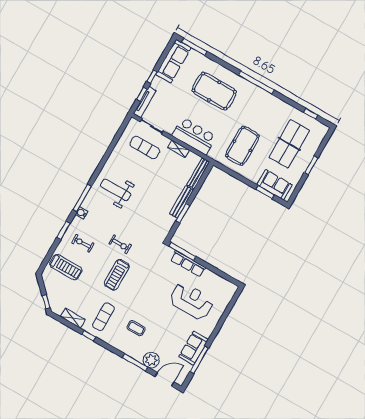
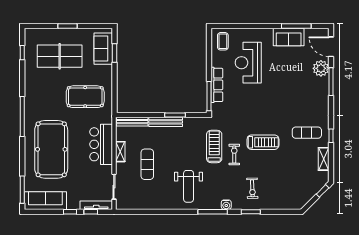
pool table: (214, 91) -> (51, 149), width x1.36, depth x1.32
exercise mat: (145, 148) -> (147, 164), moved
treadmill: (66, 267) -> (214, 146), moved
coffee table: (136, 328) -> (223, 41), moved

